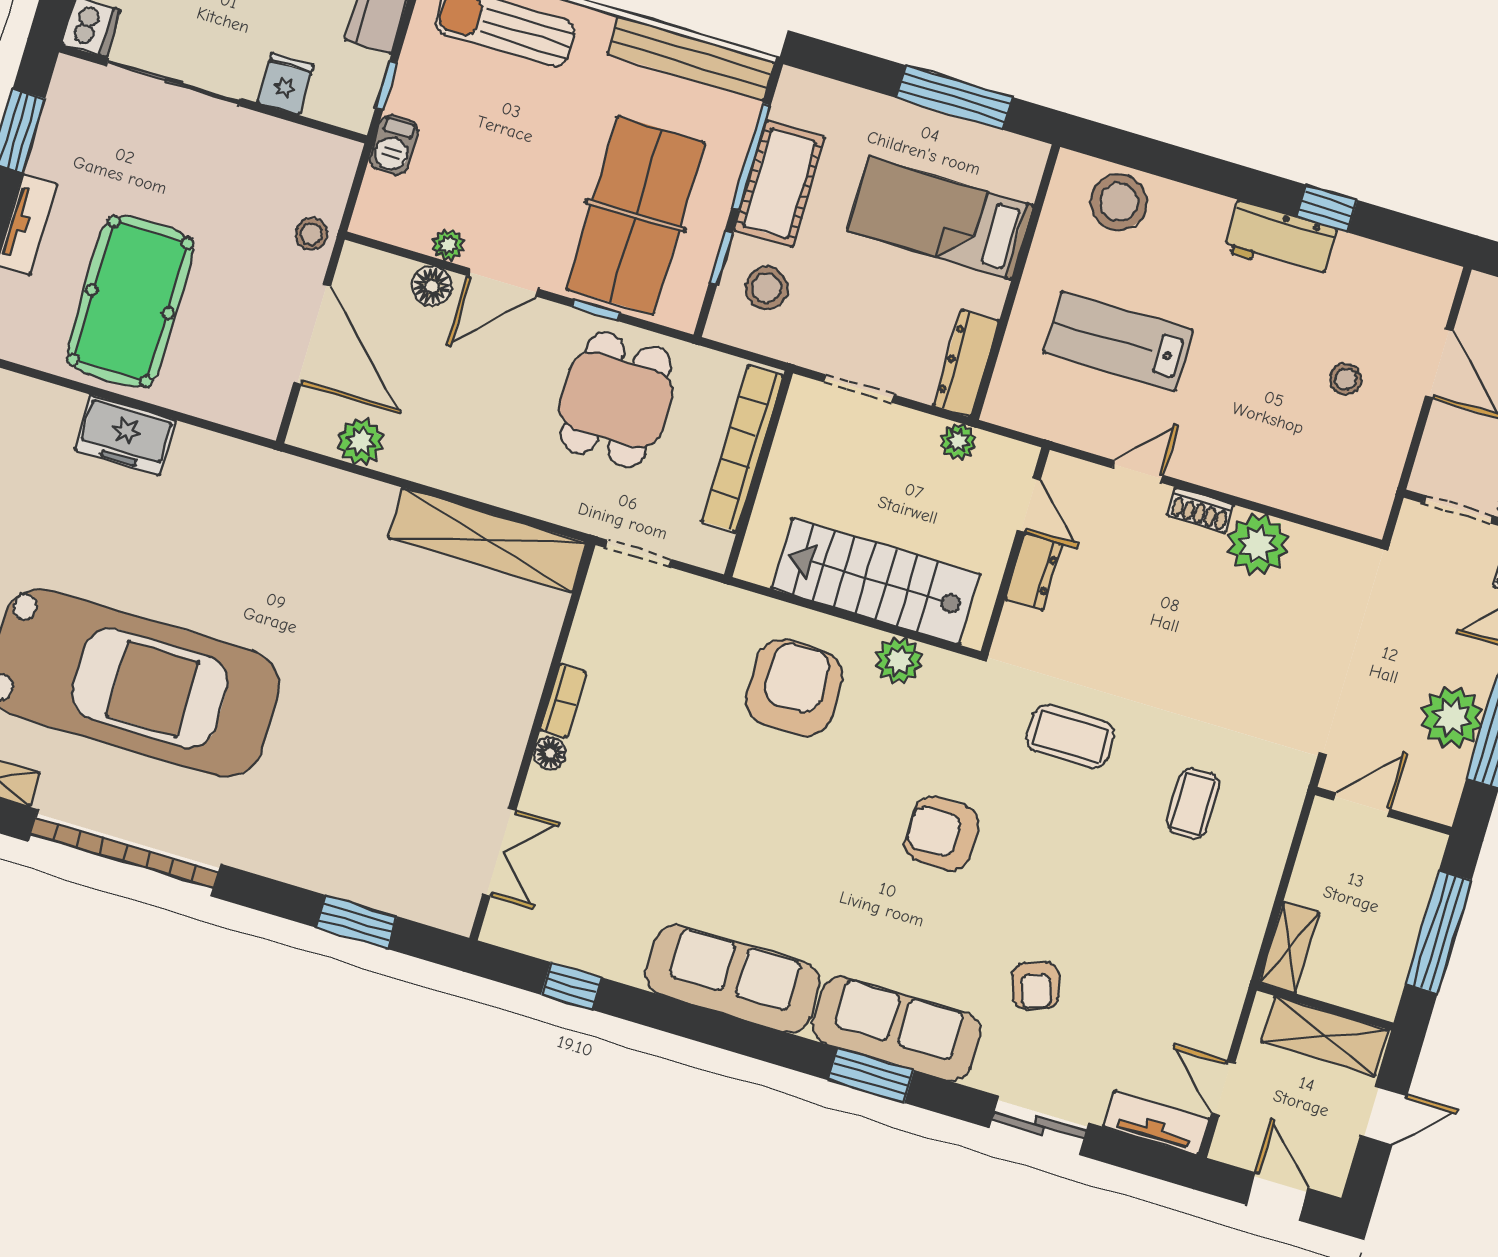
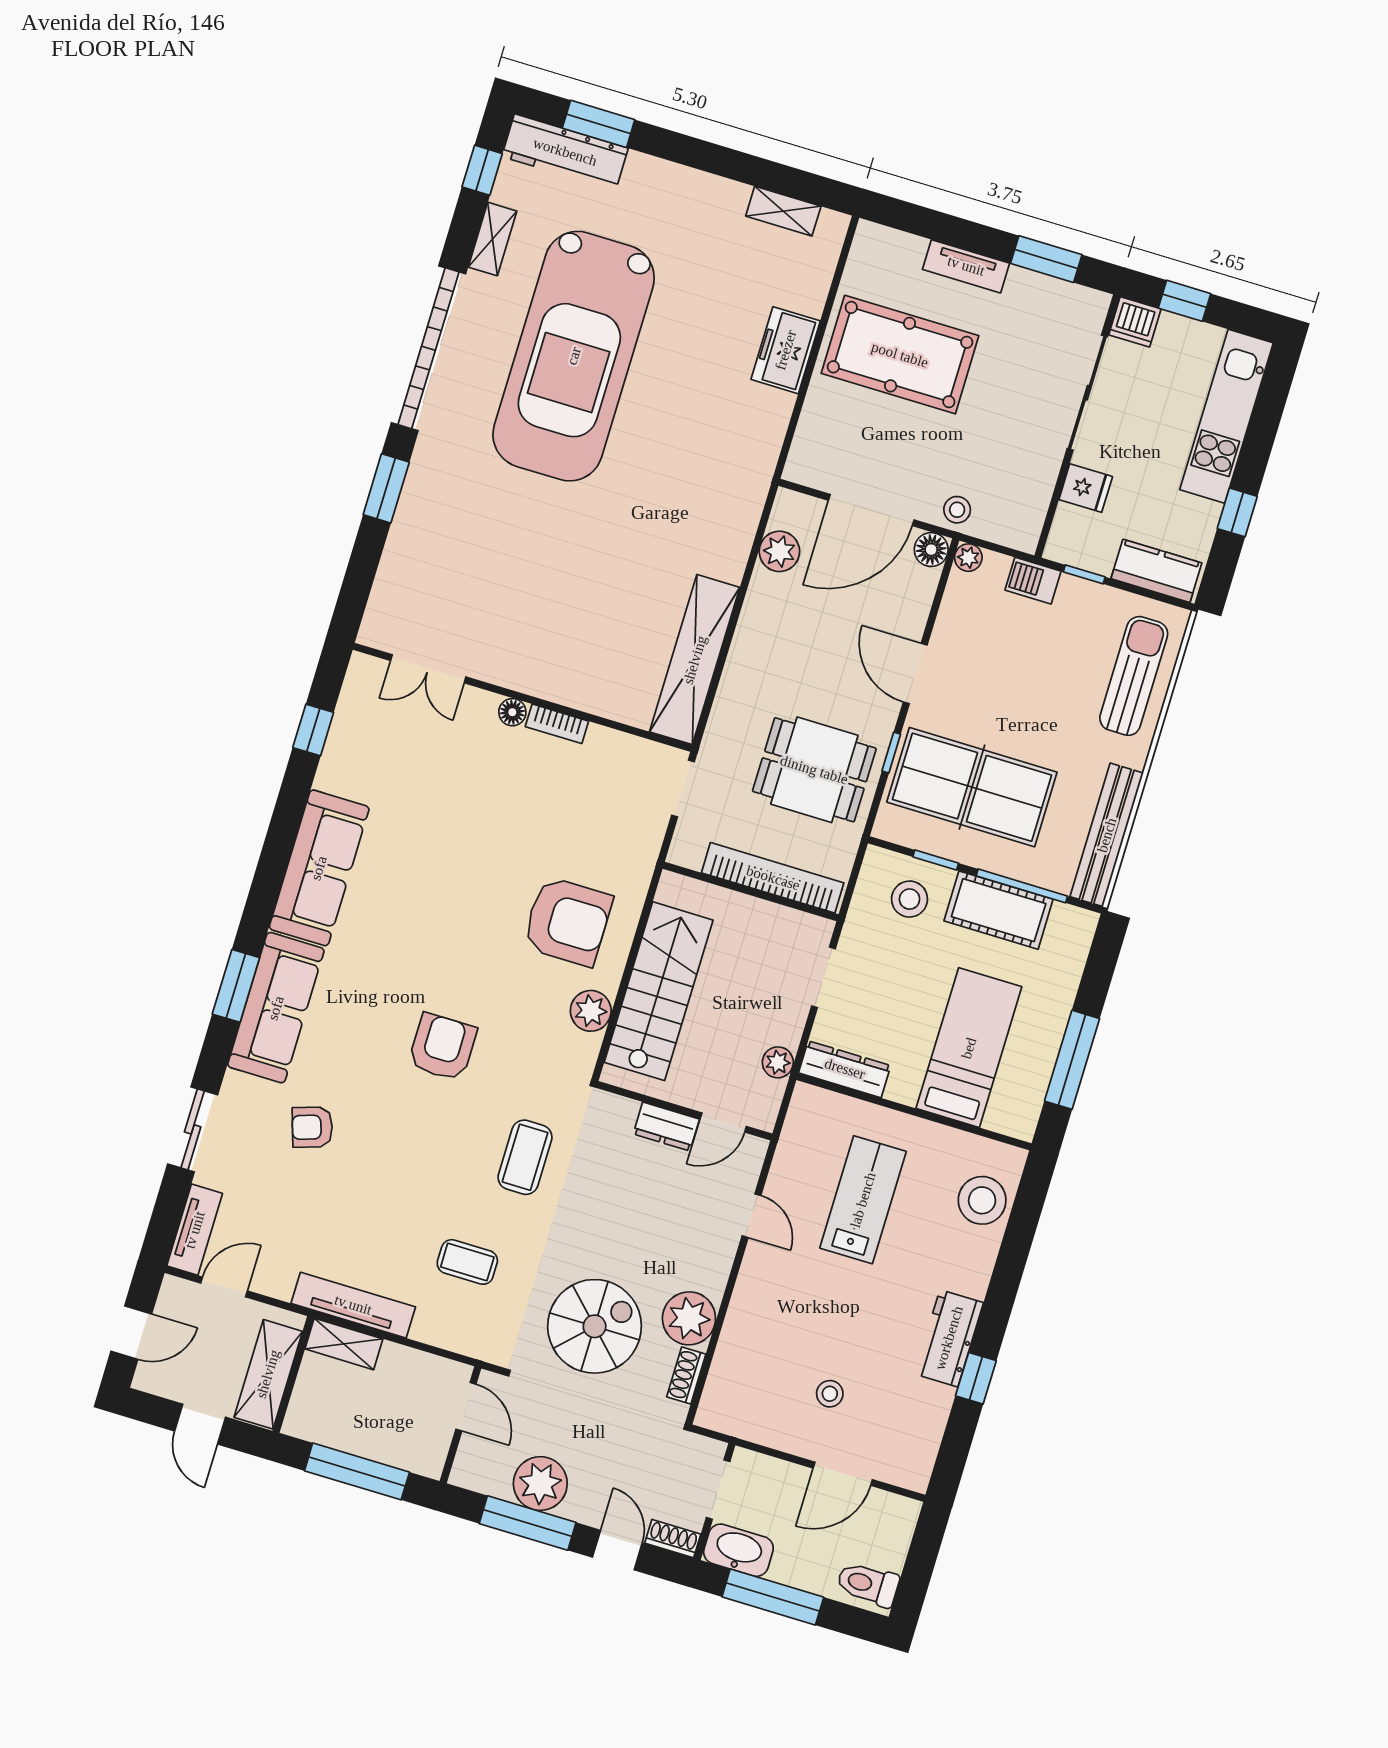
plant: (448, 245) -> (968, 558), moved
floor lamp: (431, 286) -> (931, 550), moved
shoe rack: (1200, 510) -> (686, 1375), moved
spiral stairs: (1268, 655) -> (595, 1326), added
window: (356, 922) -> (386, 488), moved
tv unit: (1244, 937) -> (353, 1305), added

